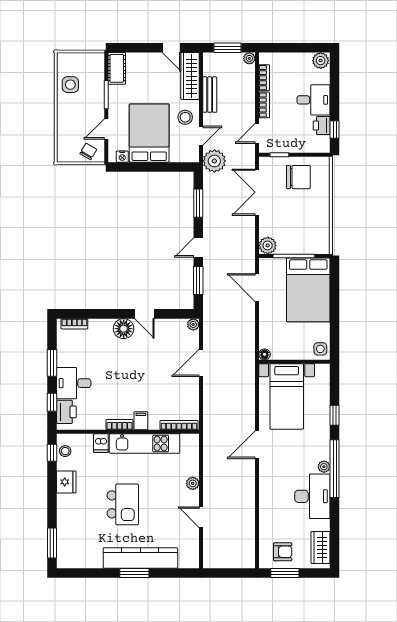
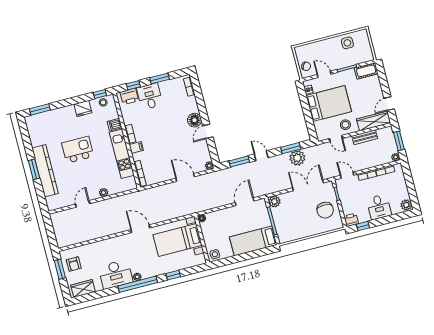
printer: (322, 125) -> (351, 220), moved
plant: (214, 161) -> (297, 158), moved
bed: (308, 290) -> (253, 241), width x0.67
kitchen island: (123, 504) -> (78, 150), turned 180

